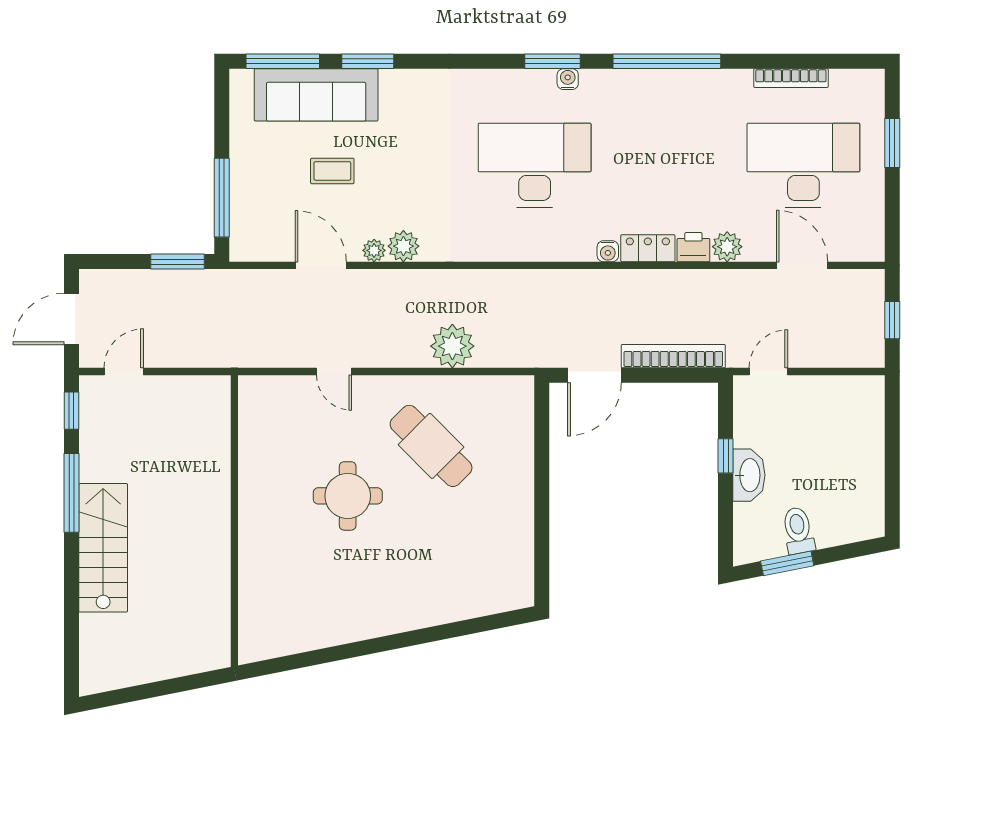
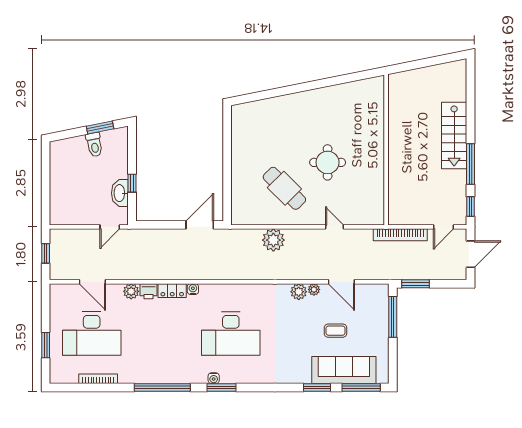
bookcase: (673, 356) -> (400, 235), moved
washbasin: (749, 475) -> (120, 193), moved

